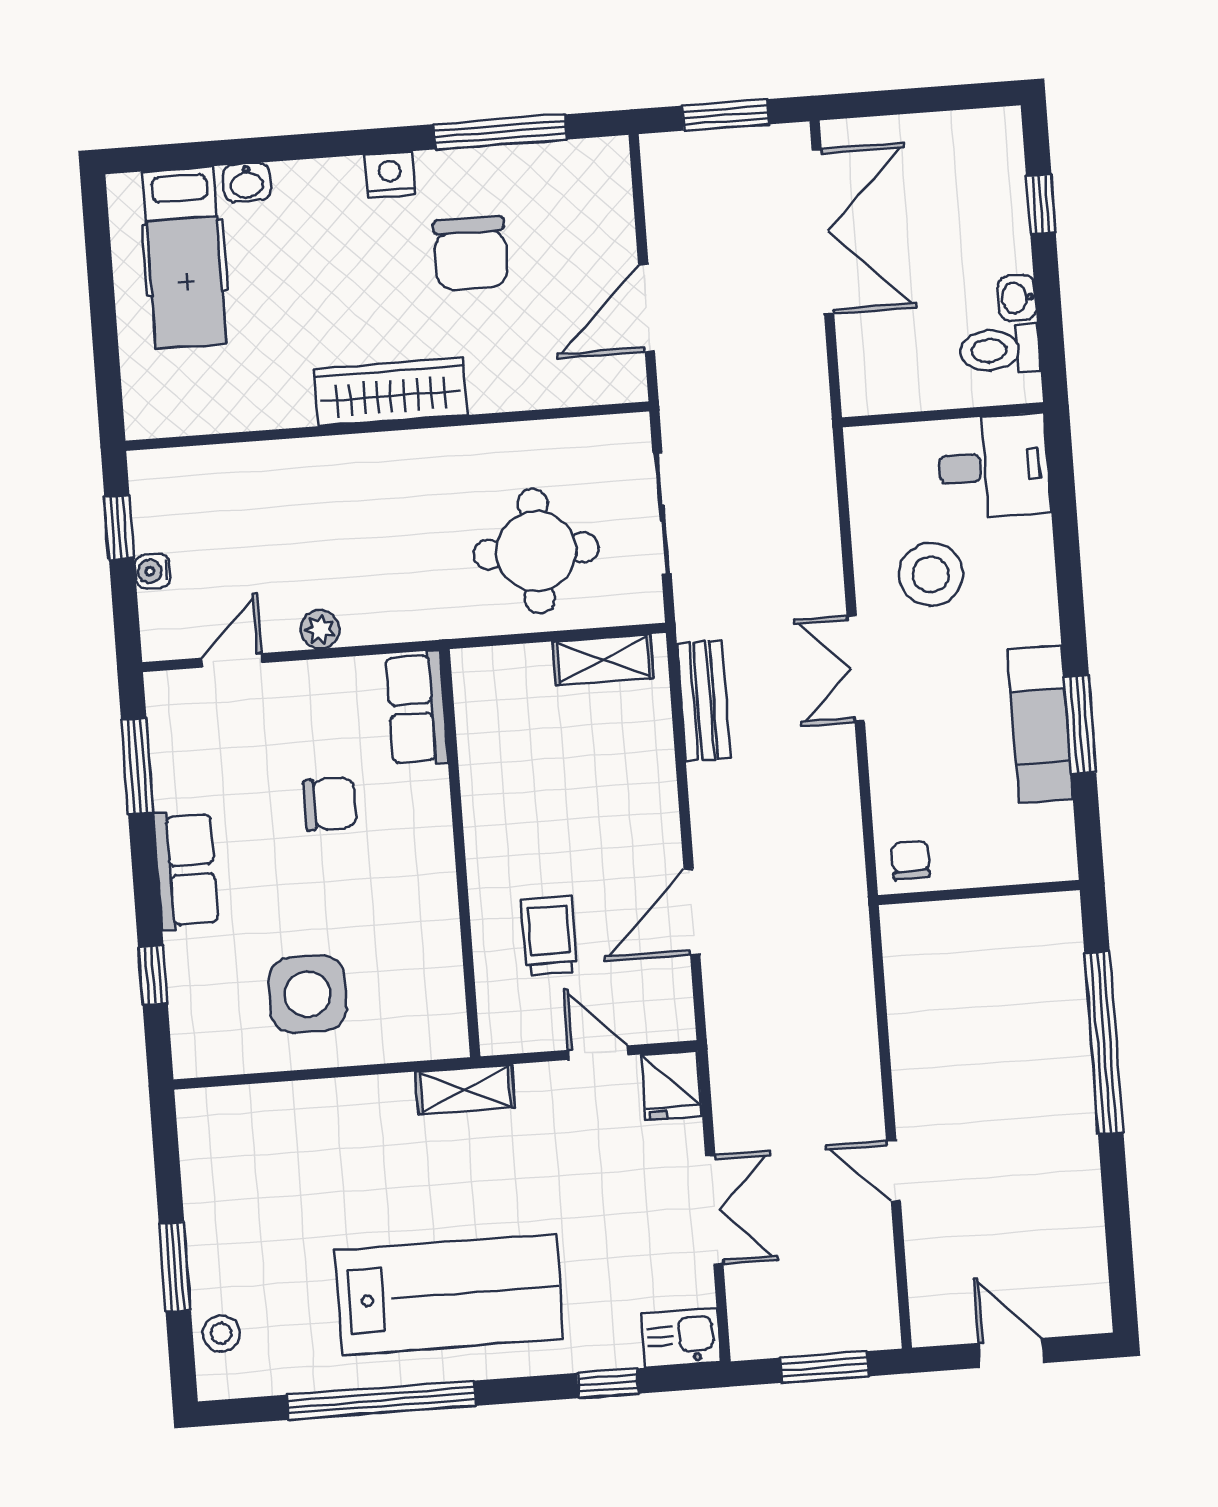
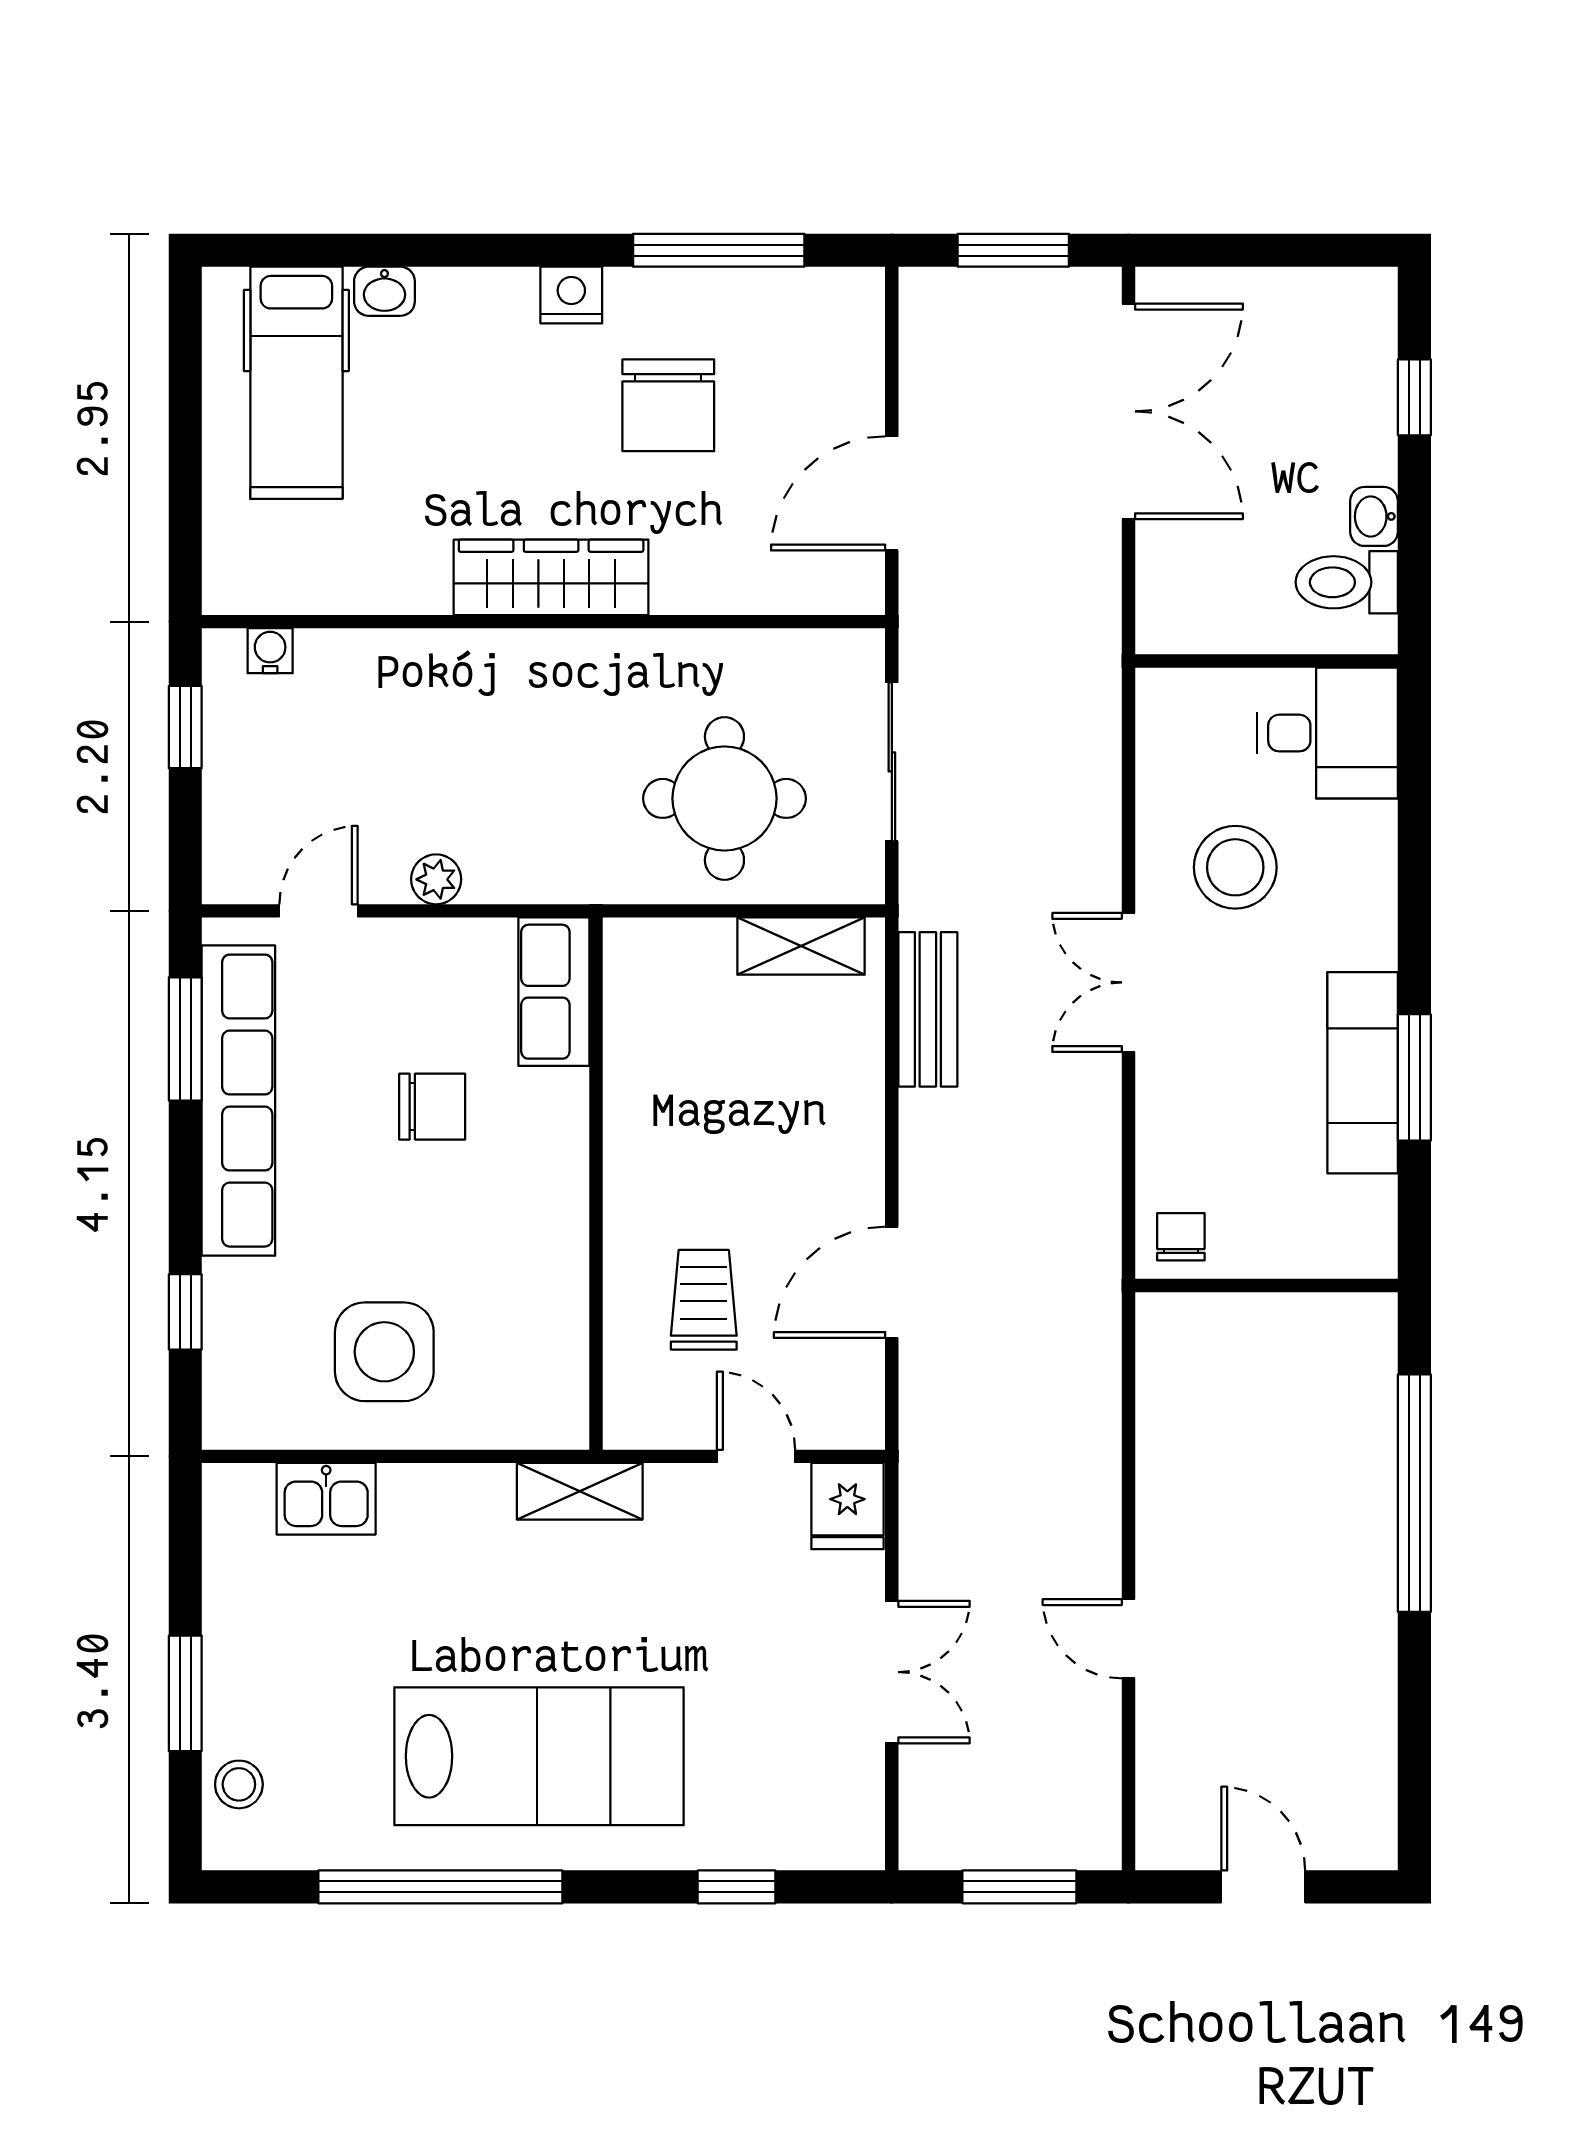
water cooler: (153, 571) -> (270, 651), moved, turned 90
row of seats: (186, 870) -> (238, 1101), width x2.02
kitchen sink: (681, 1338) -> (326, 1499), moved, turned 180

